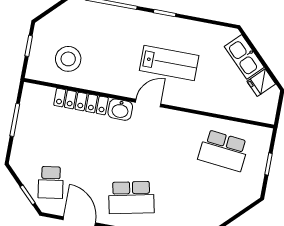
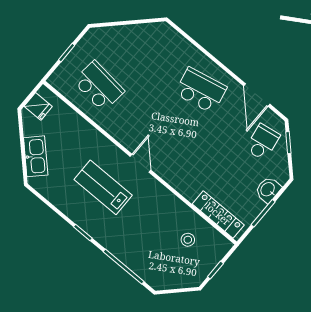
stool: (68, 59) -> (188, 240), width x0.53, depth x0.53
fridge: (261, 83) -> (38, 106), moved, turned 45
locker: (81, 101) -> (218, 214), moved
door: (148, 103) -> (141, 163), swing flipped
washbasin: (120, 110) -> (268, 190), moved, turned -90

